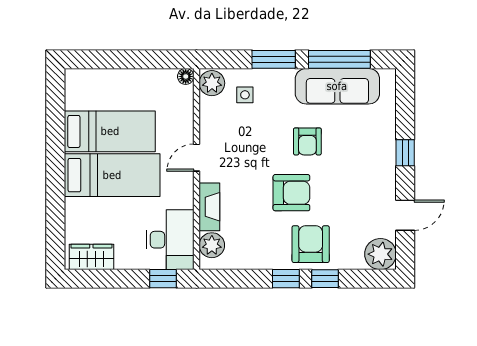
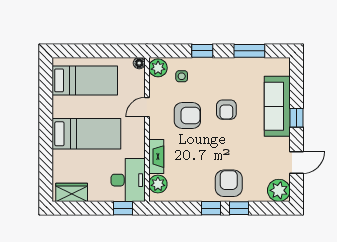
window: (274, 59) -> (202, 51), width x0.67
window: (339, 59) -> (249, 51), width x0.69
sofa: (337, 86) -> (277, 106), moved, turned 90
bed: (110, 131) -> (85, 80), moved
door: (197, 158) -> (147, 107), moved
armchair: (291, 193) -> (187, 116), moved

